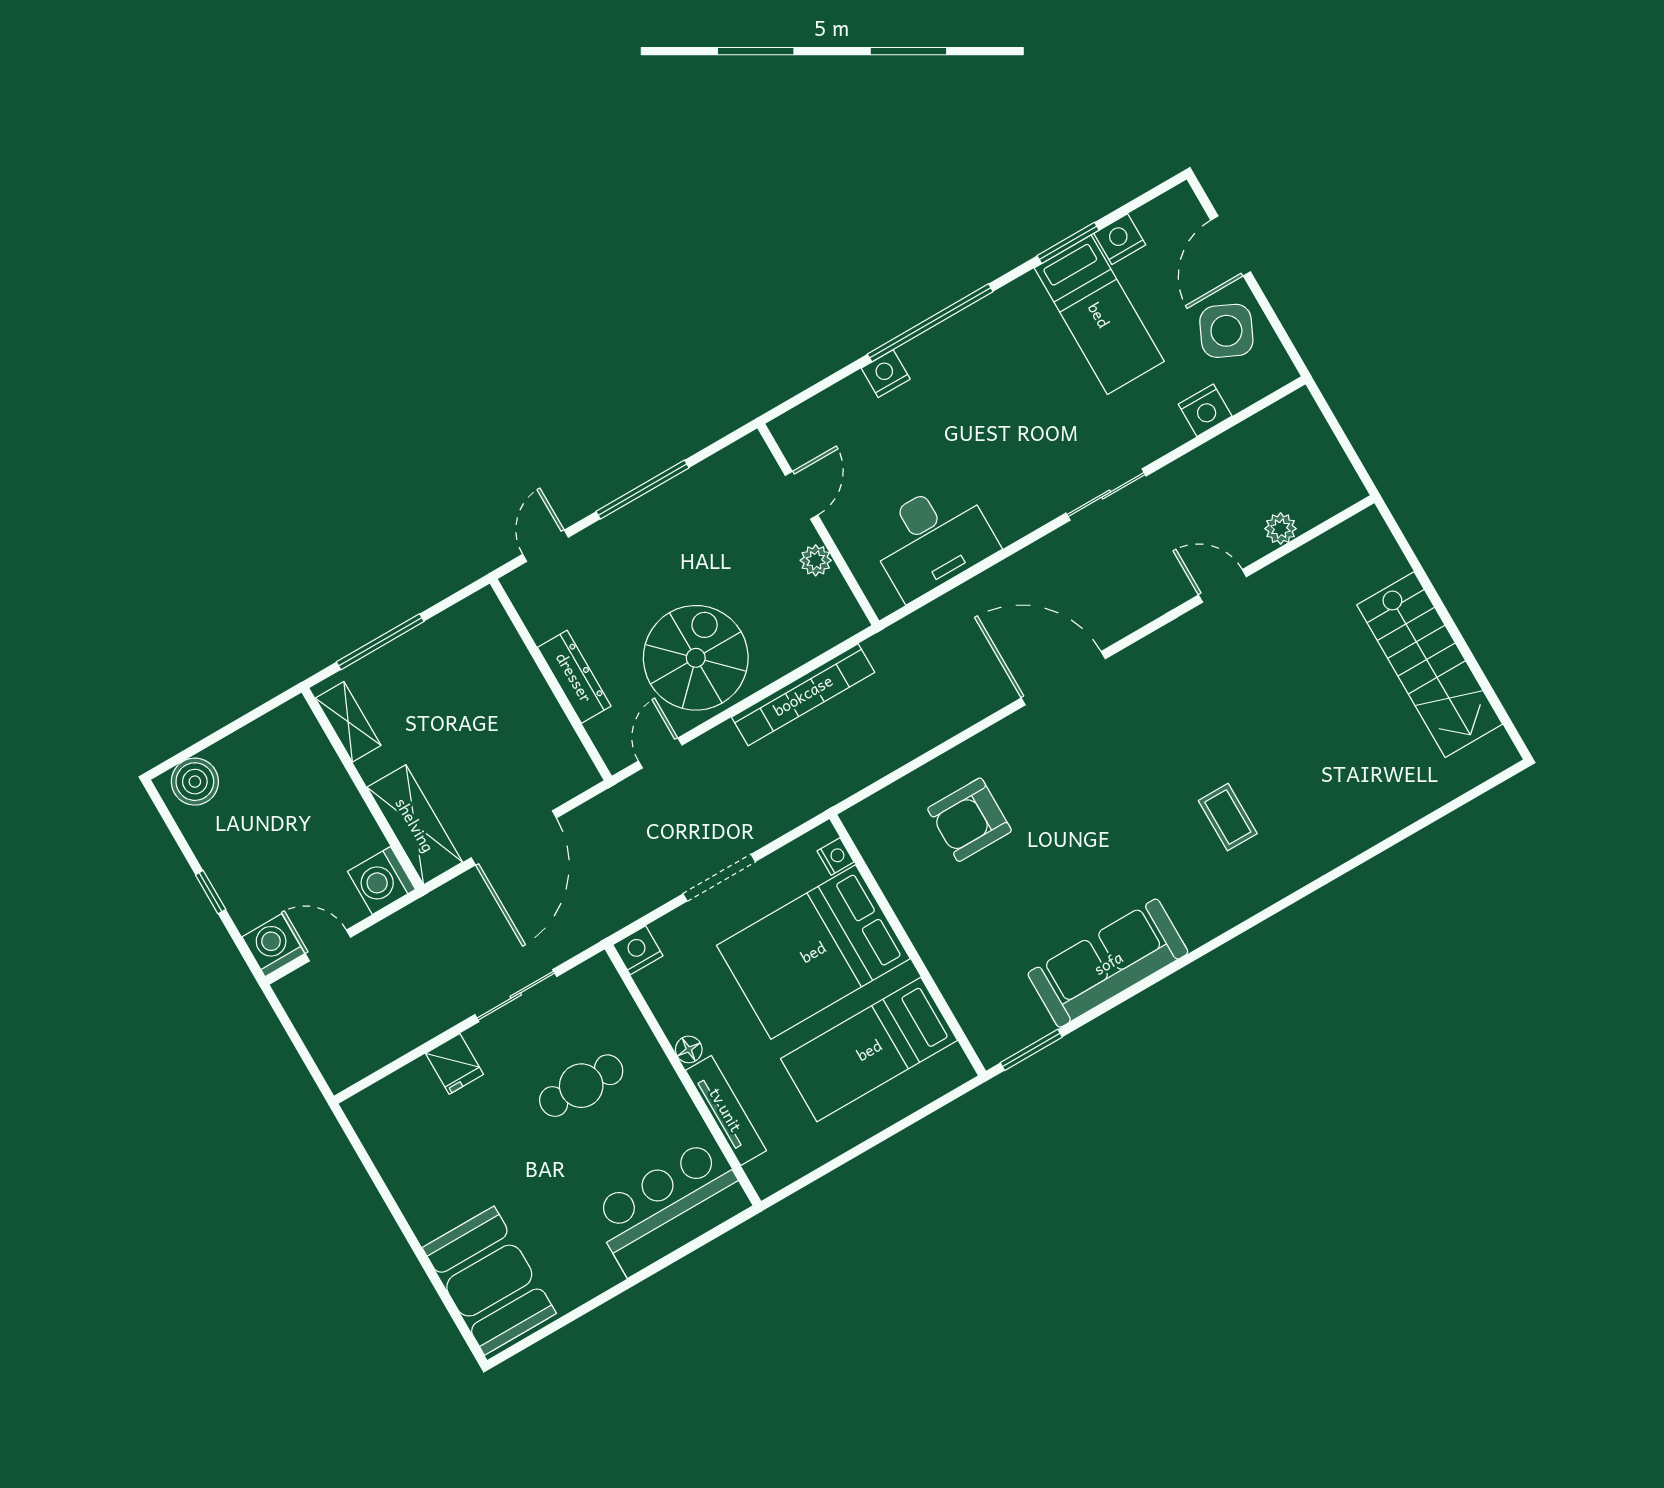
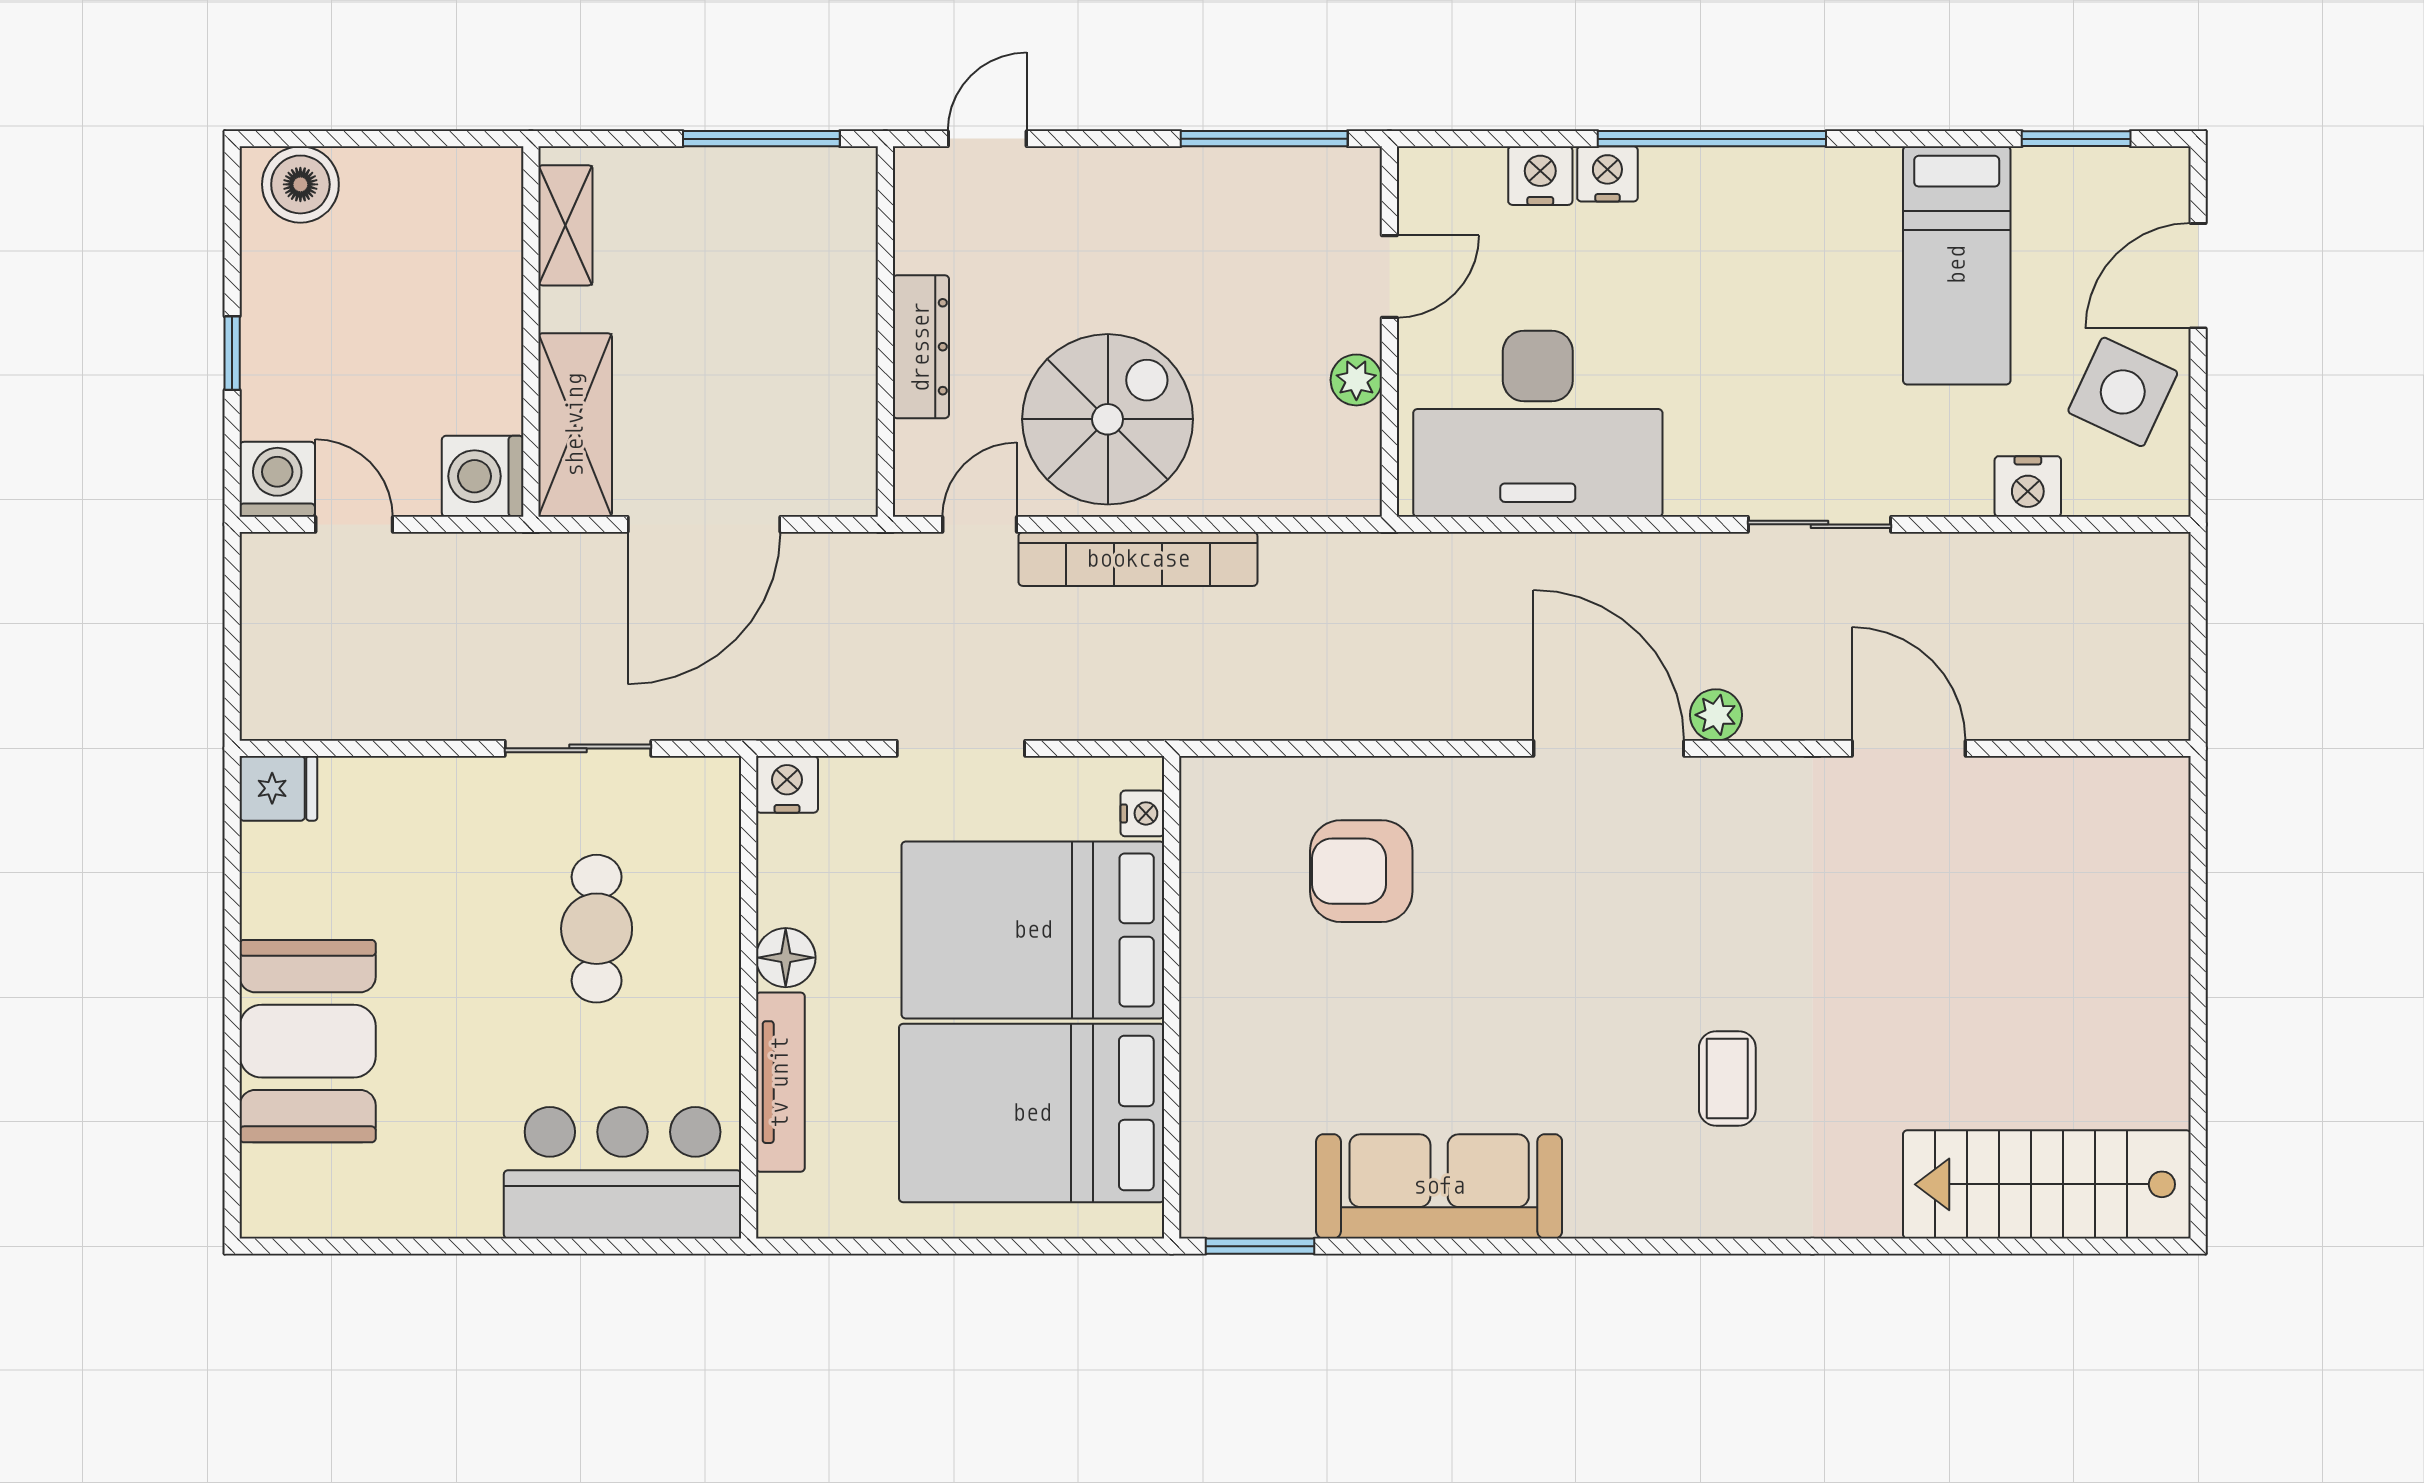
nightstand: (1120, 239) -> (1540, 176), moved
window: (1068, 243) -> (2076, 139), moved
window: (643, 490) -> (1264, 139), moved
plant: (1281, 529) -> (1716, 715), moved
desk: (932, 539) -> (1538, 424), width x1.36, depth x1.30
door: (1222, 586) -> (1909, 748), width x1.38
window: (380, 642) -> (761, 139), moved
stairs: (1430, 665) -> (2047, 1184), moved, turned 90
bookcase: (803, 695) -> (1138, 559), moved
floor lamp: (689, 1049) -> (786, 958), width x1.37, depth x1.37
bed: (869, 1050) -> (1032, 1113), width x1.50
fridge: (454, 1064) -> (278, 788), moved, turned -90
cafe table: (581, 1086) -> (597, 929), turned 90
booth: (489, 1281) -> (308, 1041), moved

